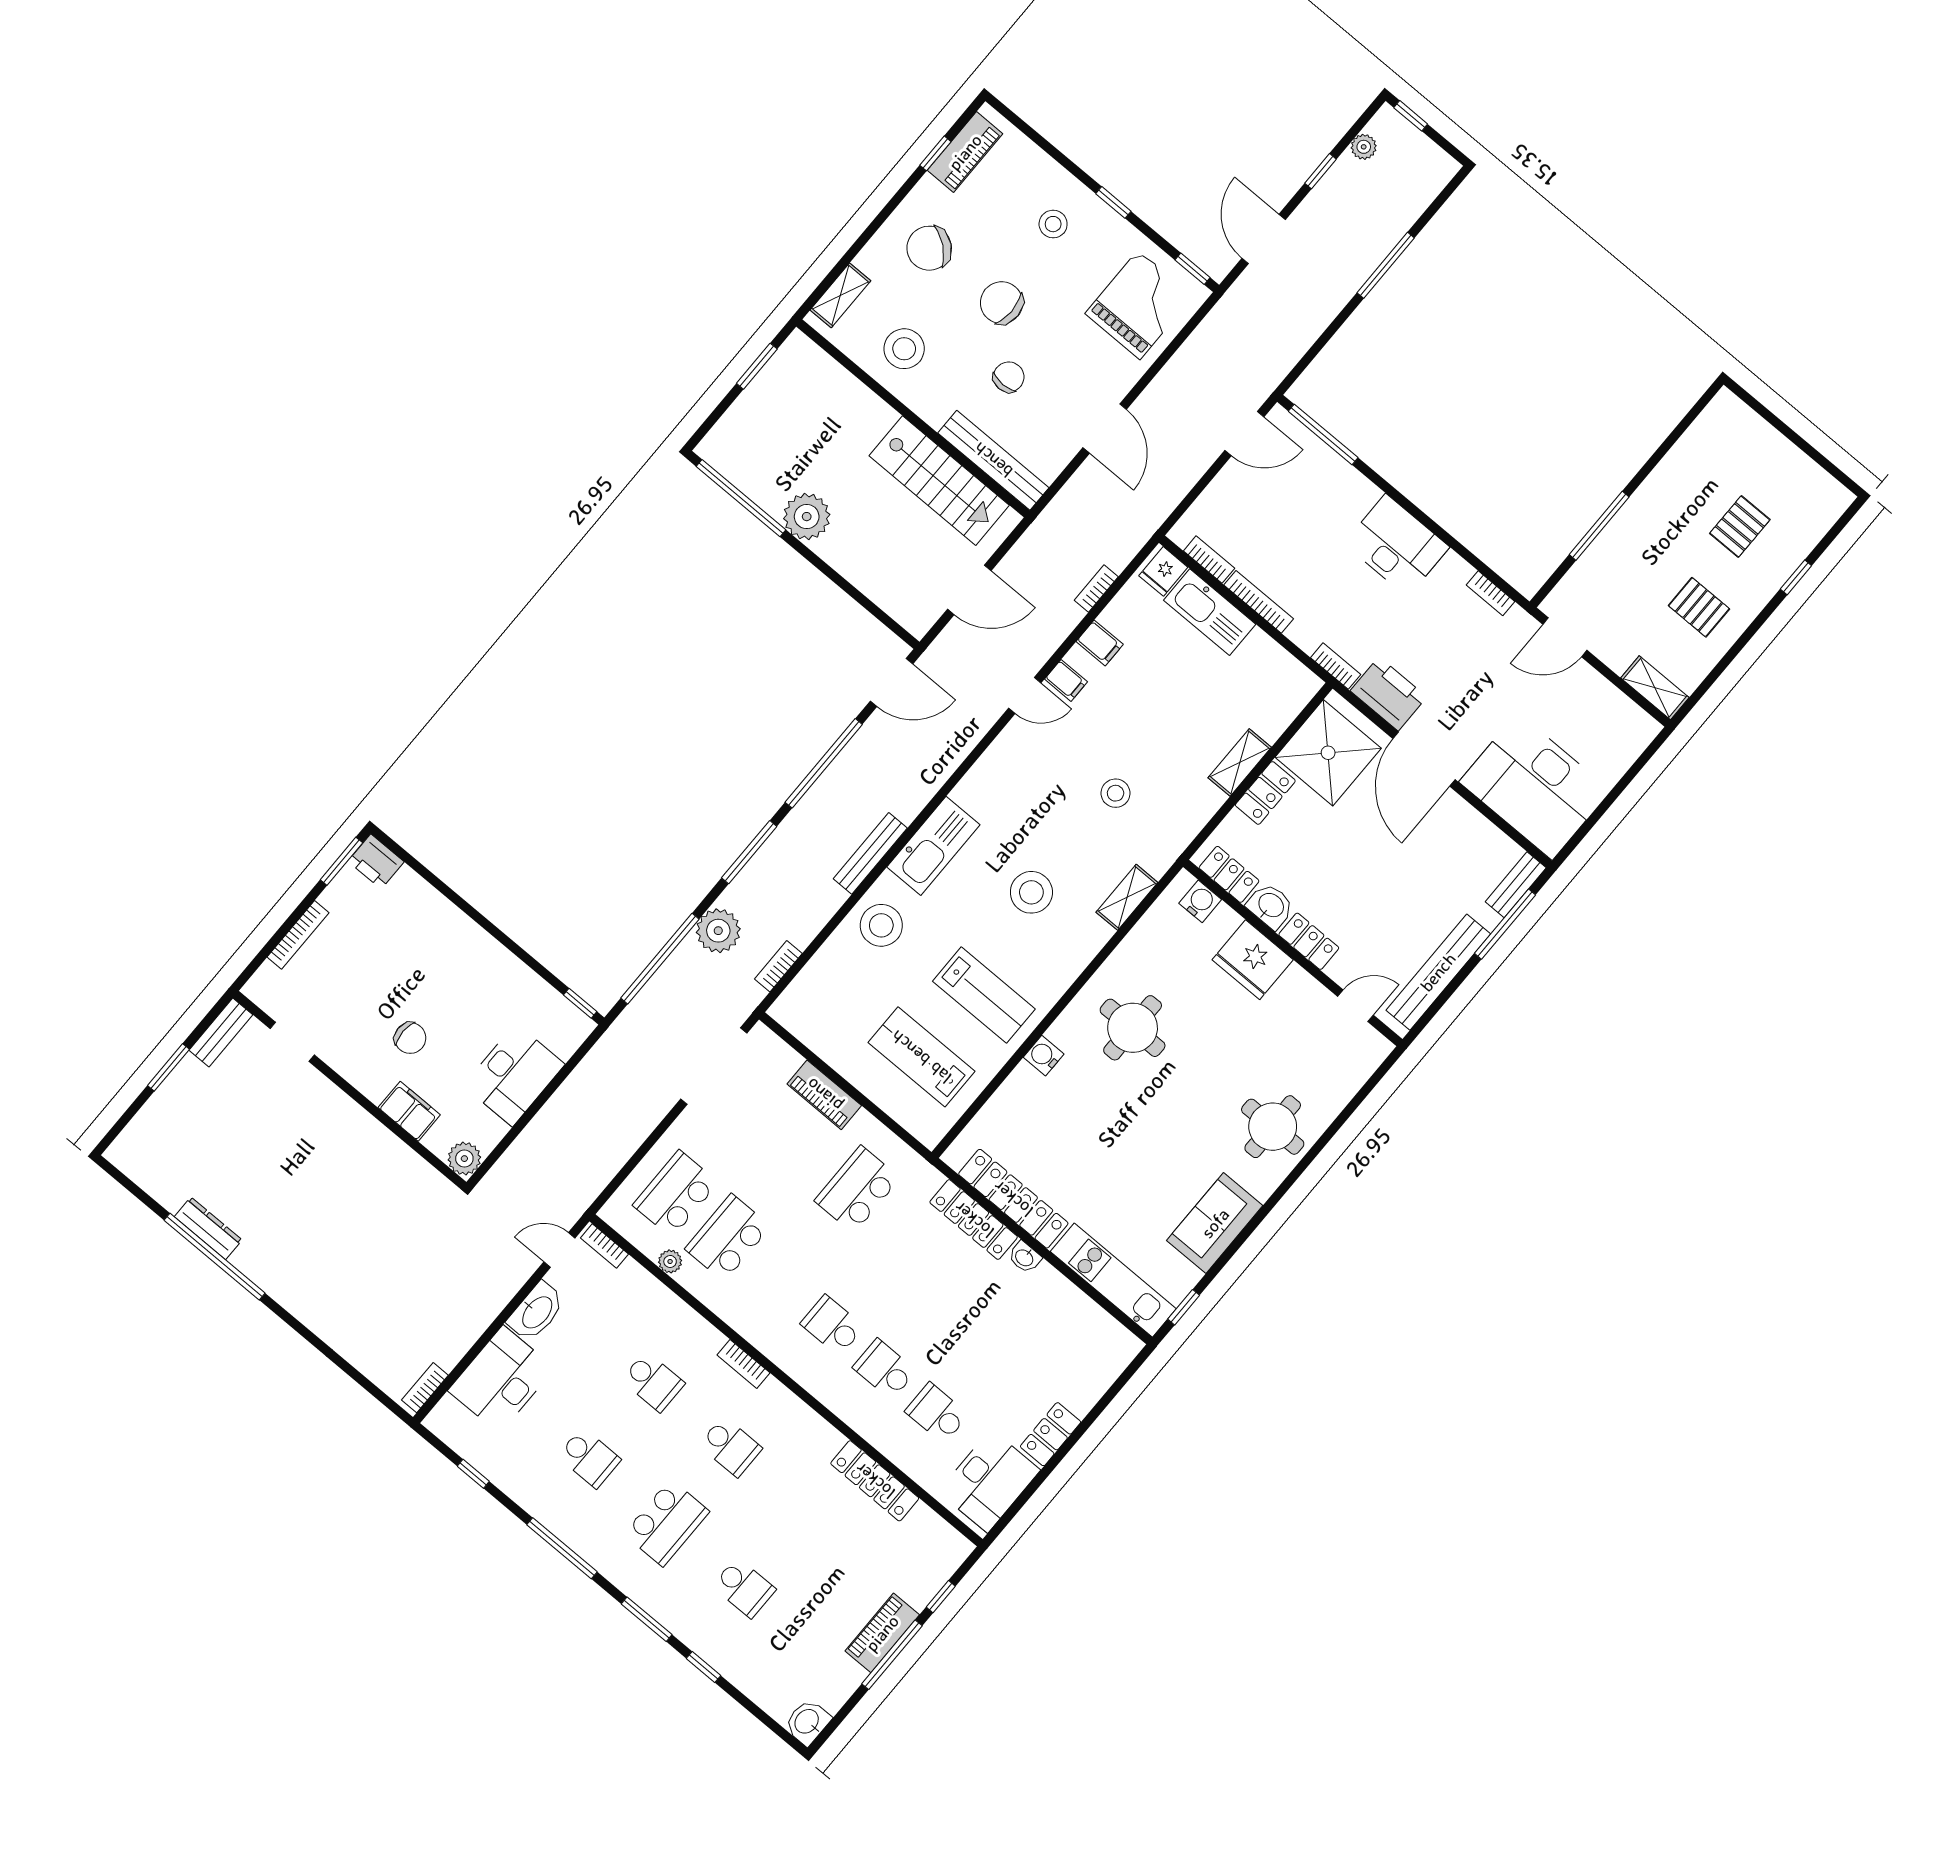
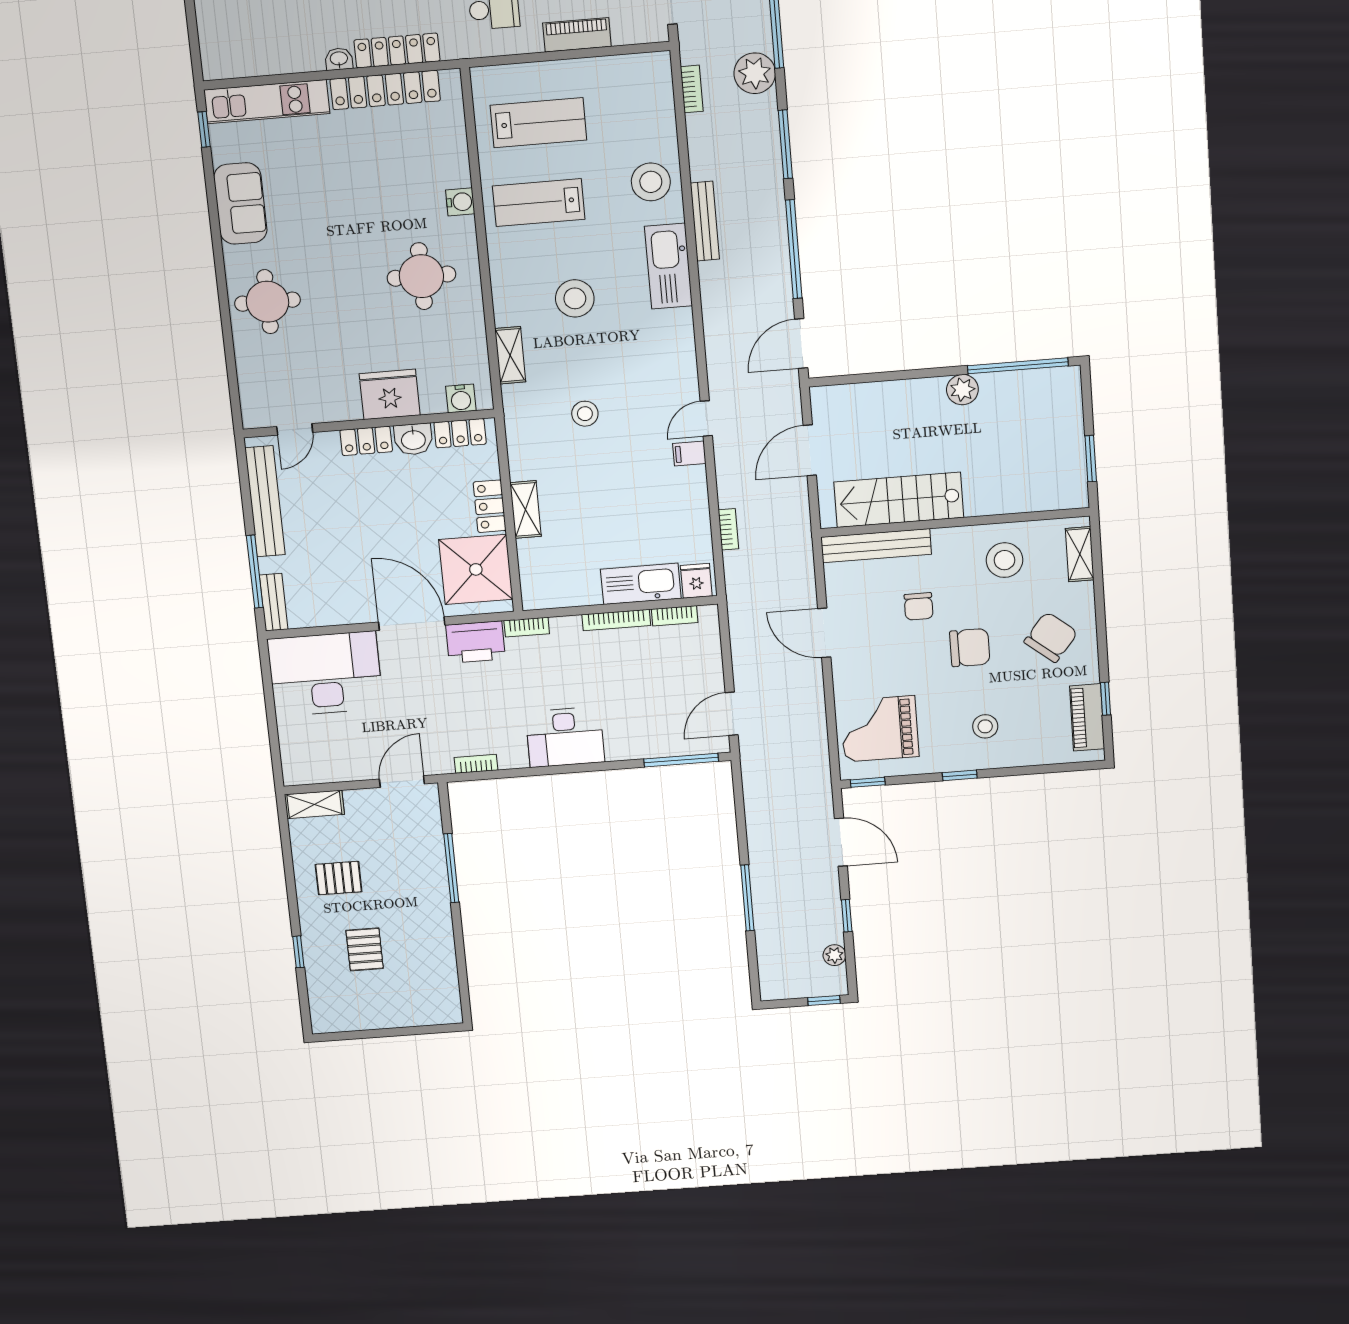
grand piano: (1139, 305) -> (880, 729), turned 90
plant: (807, 517) -> (962, 390), width x0.73, depth x0.73
filing cabinet: (1100, 643) -> (692, 498), removed

